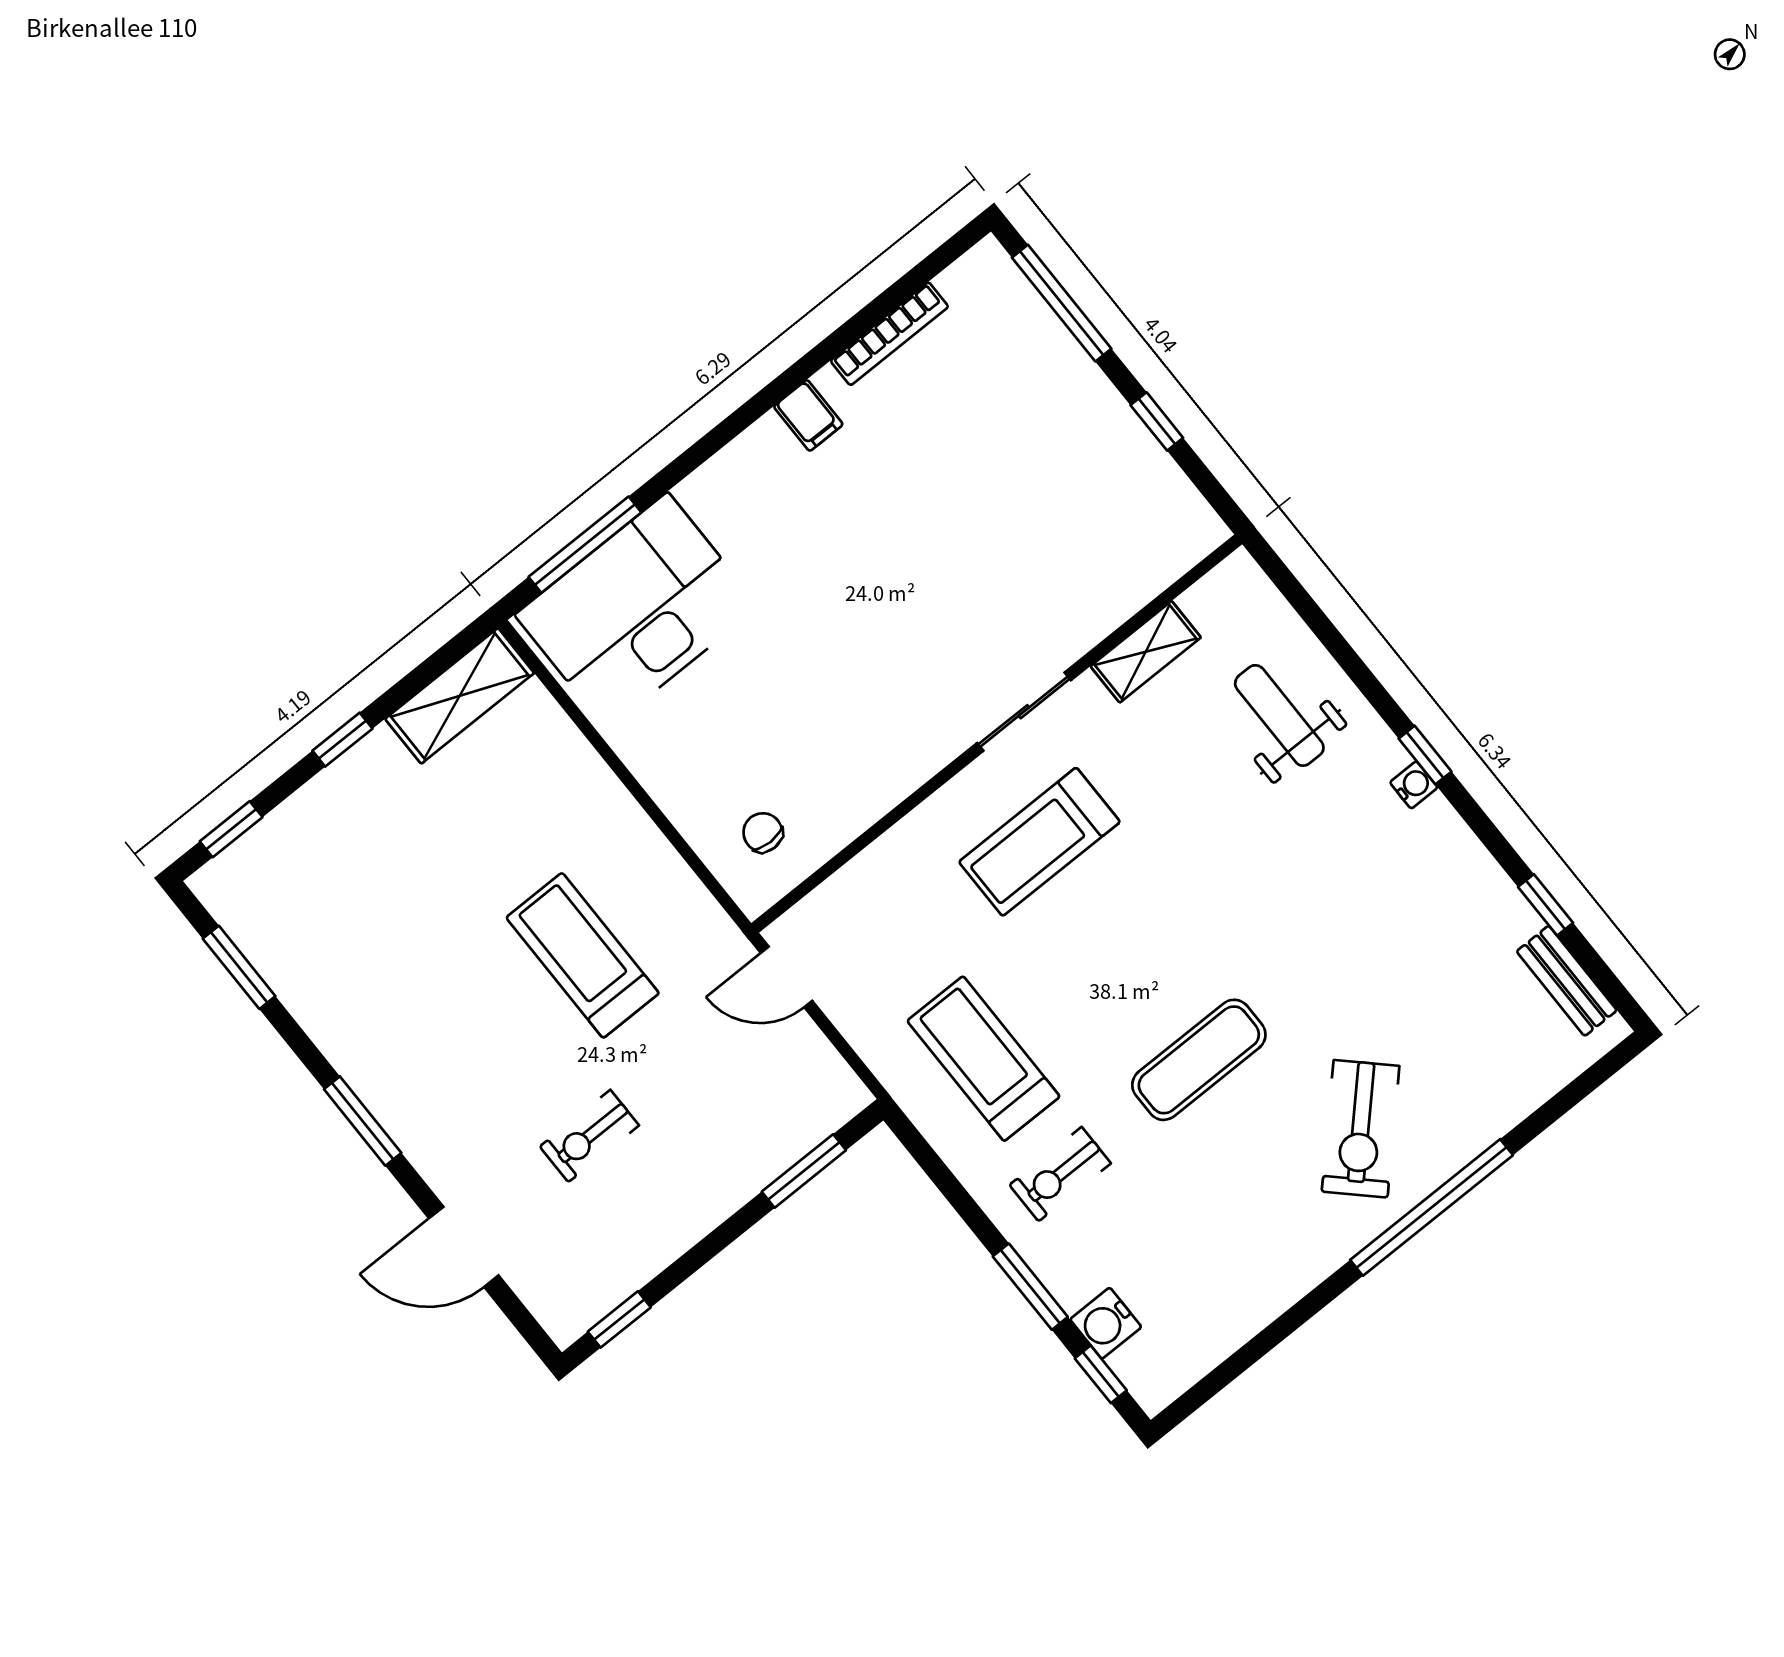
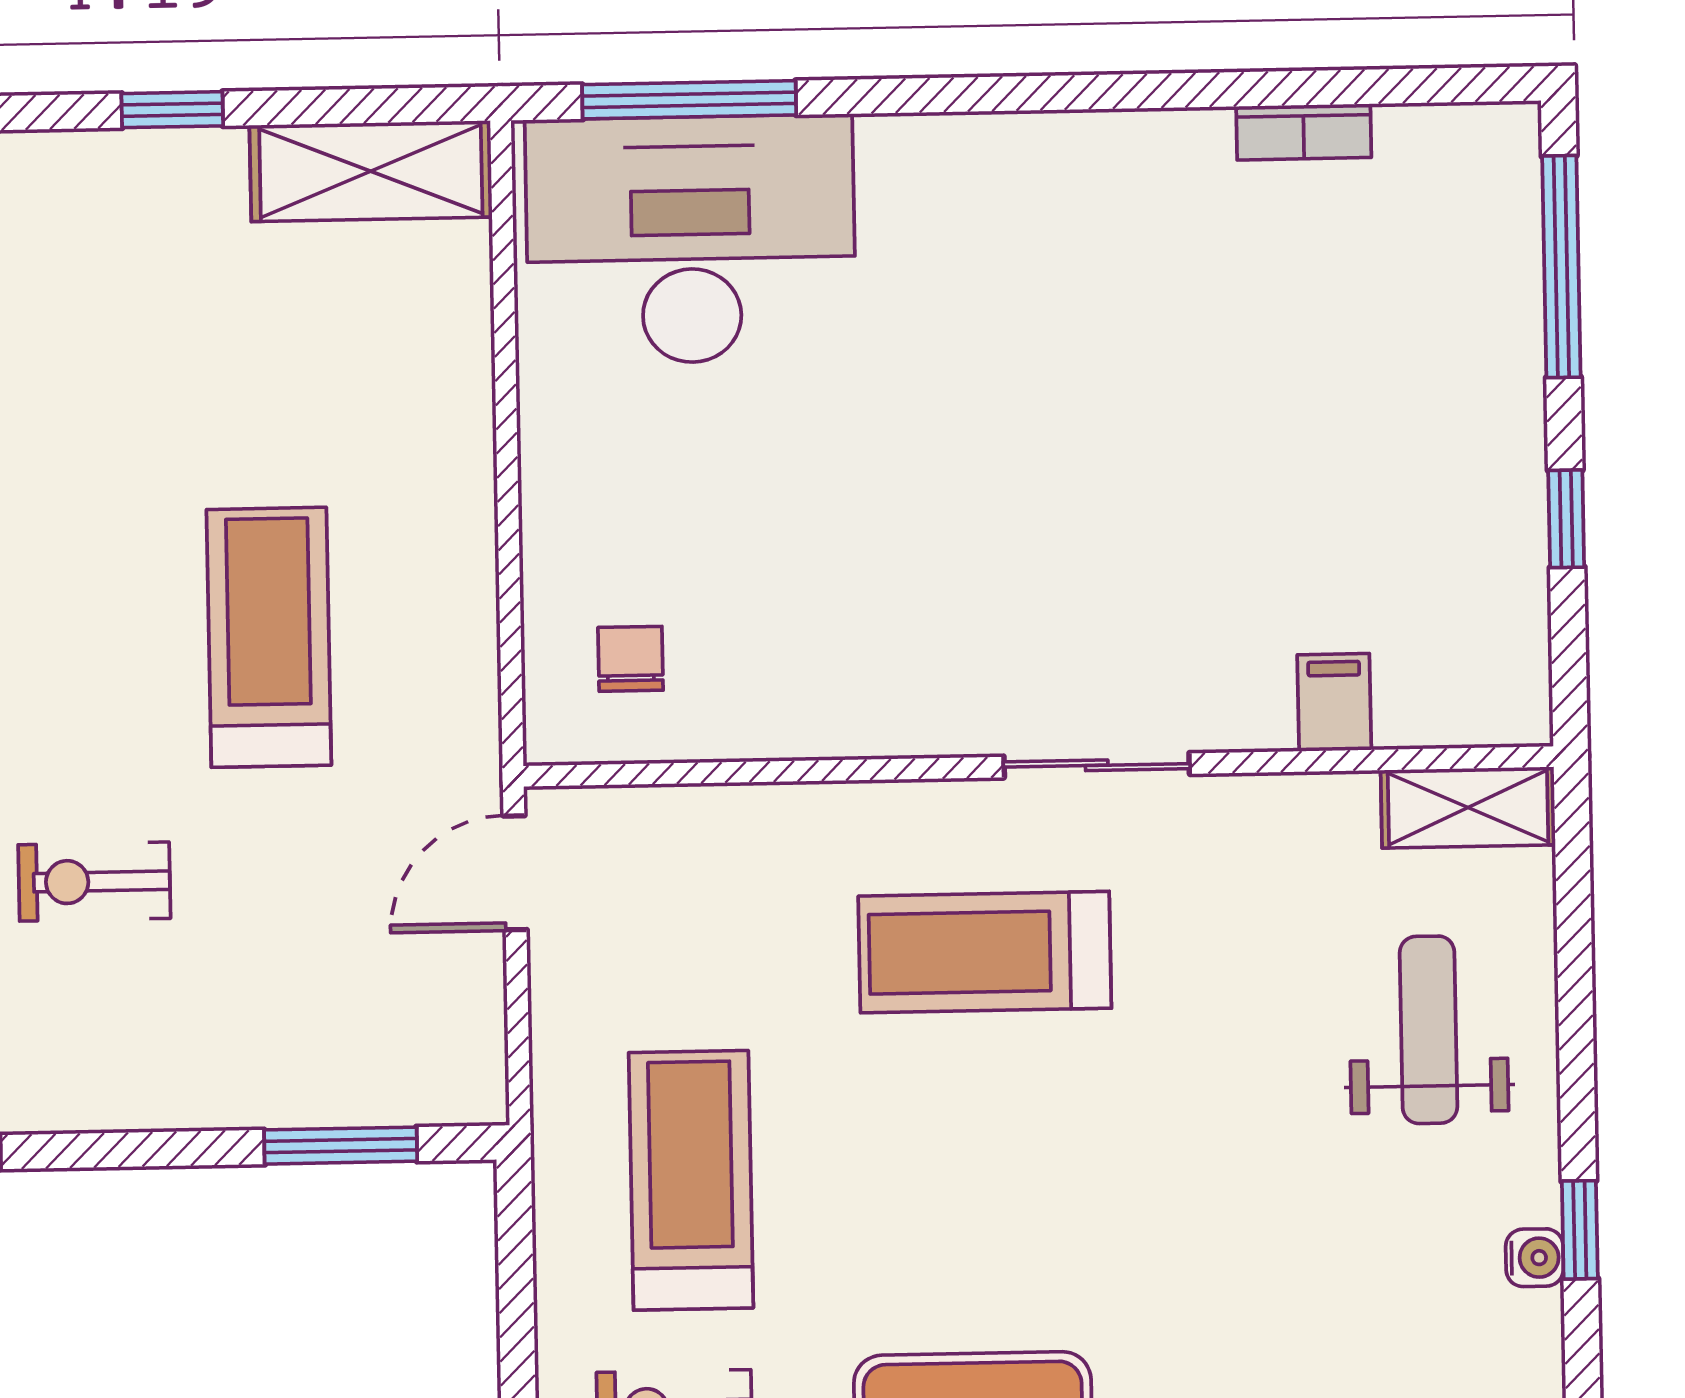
bookcase: (889, 334) -> (1304, 132), width x0.64
filing cabinet: (808, 415) -> (1334, 702), moved, turned 180
shelving: (1146, 652) -> (1468, 807), moved
door: (787, 977) -> (515, 873), hinge flipped

